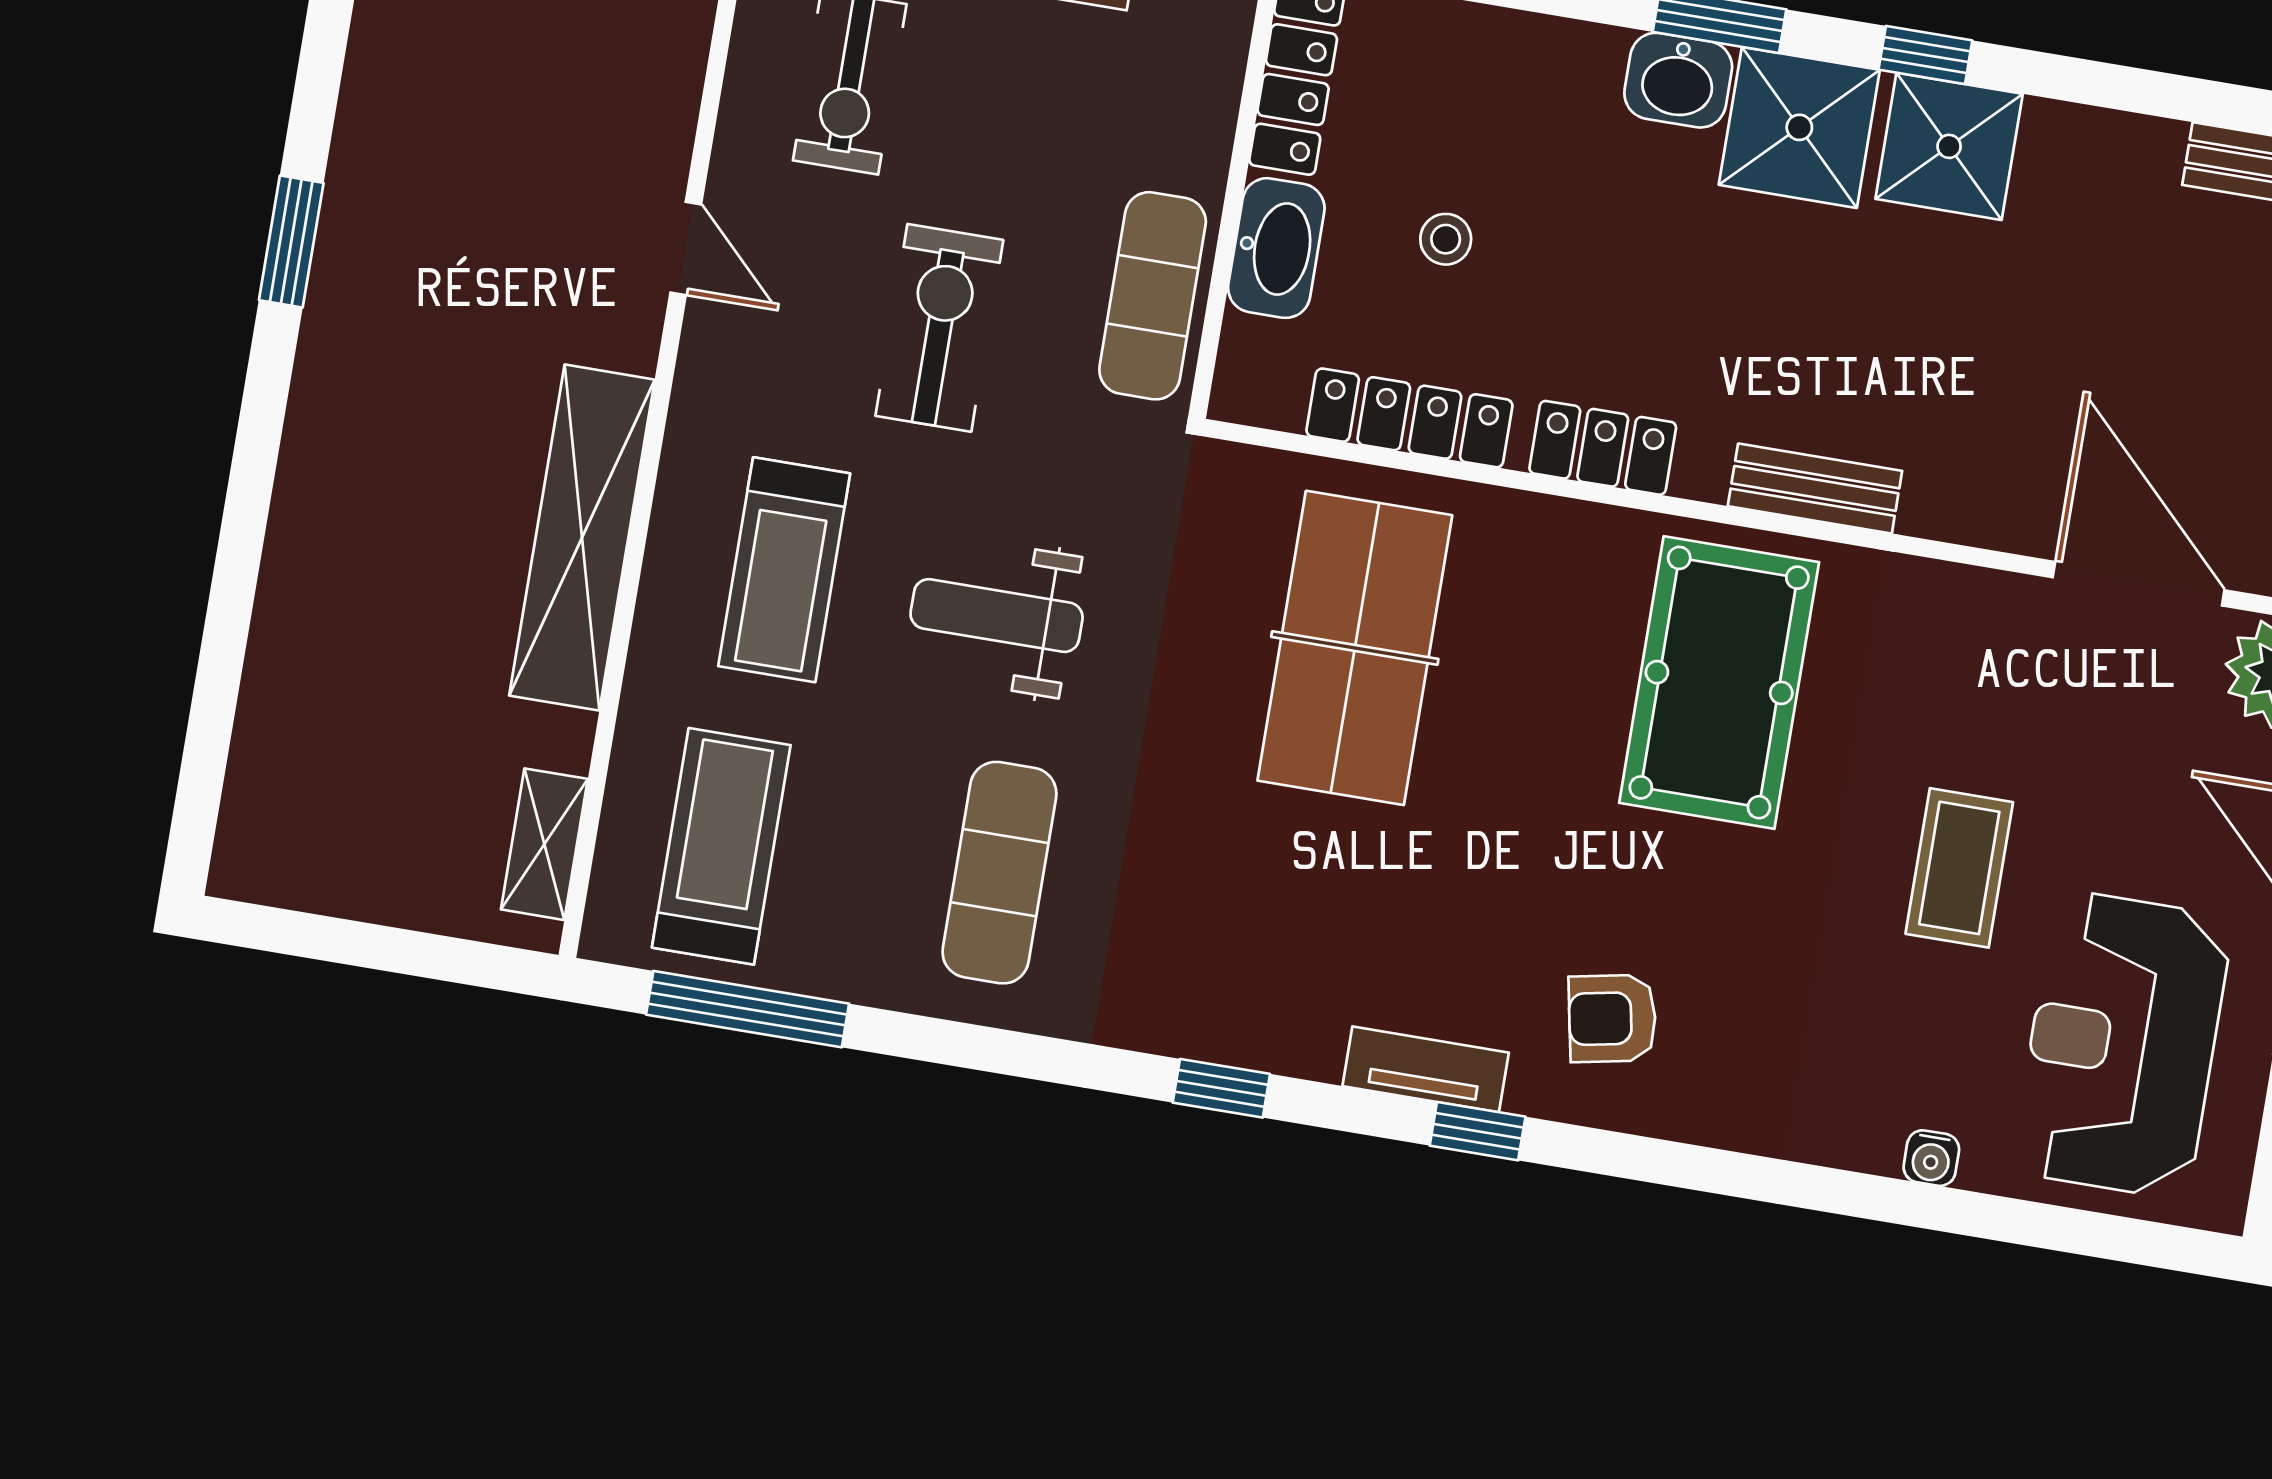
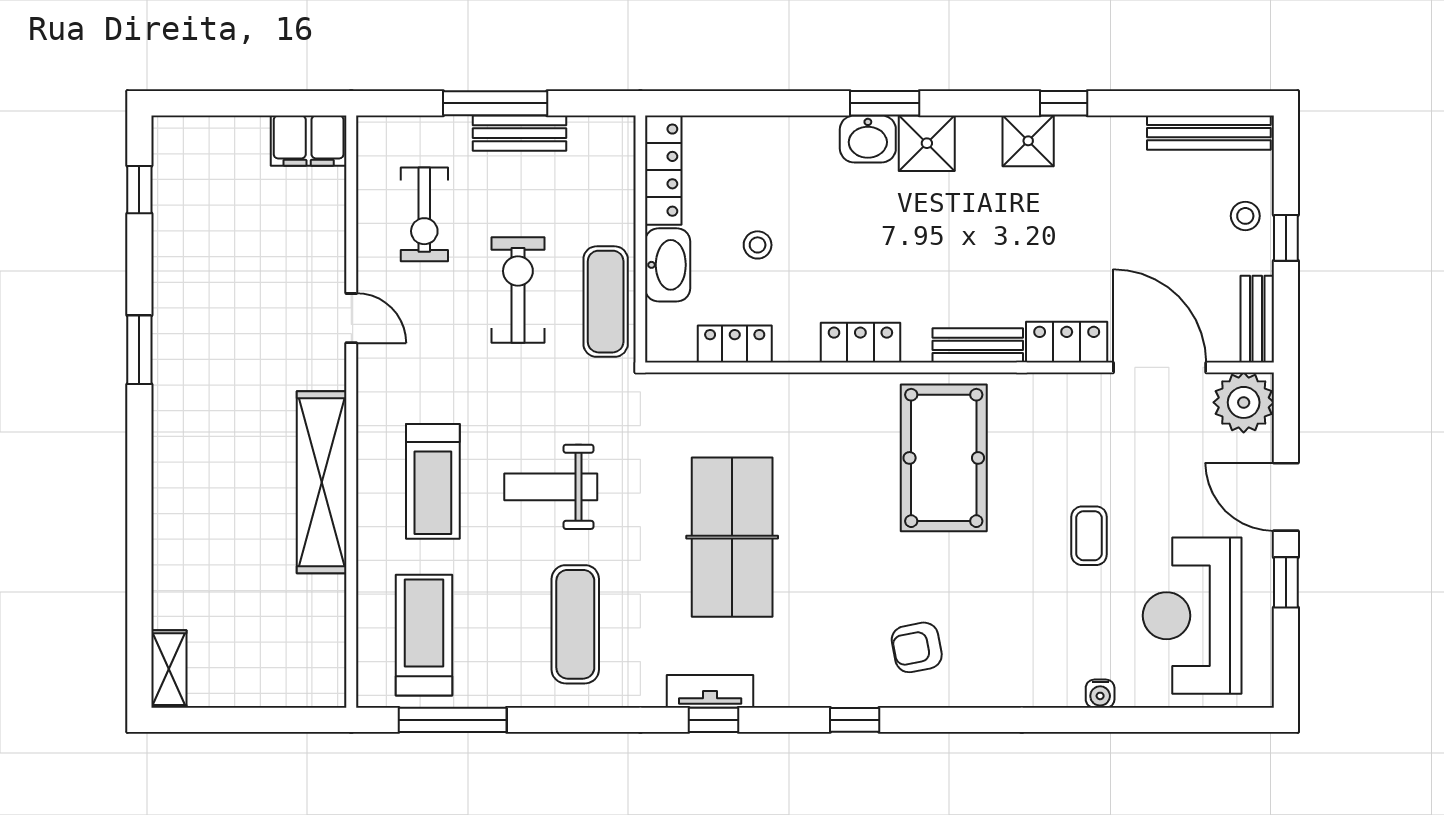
window: (1925, 55) -> (1064, 103), moved
shower: (1799, 127) -> (927, 143), width x0.73, depth x0.73
shower: (1949, 146) -> (1028, 141), width x0.73, depth x0.73
exercise bike: (939, 328) -> (518, 290), moved
locker: (1409, 418) -> (735, 344), width x0.66
locker: (1977, 510) -> (1067, 342), added
table tennis table: (1355, 648) -> (732, 537), moved
shelving: (544, 844) -> (169, 669), moved
coffee table: (1959, 868) -> (1089, 536), width x0.73, depth x0.77
tv unit: (1426, 1069) -> (710, 691), moved

